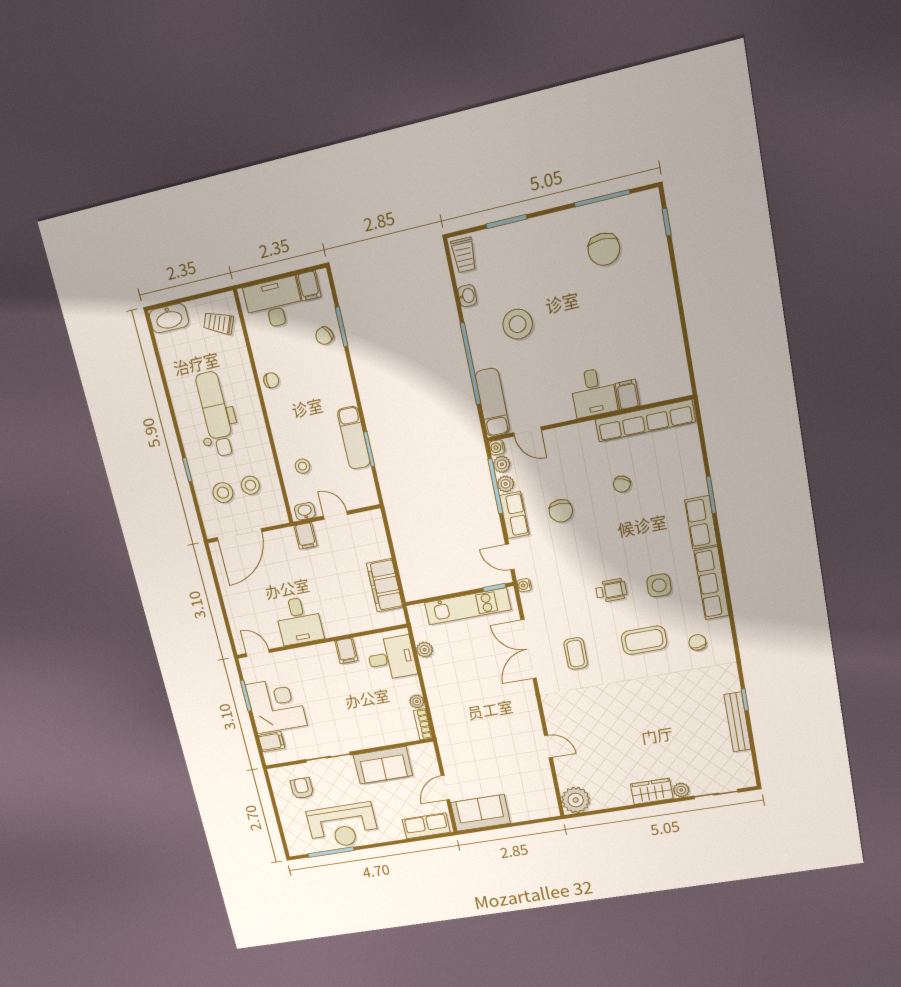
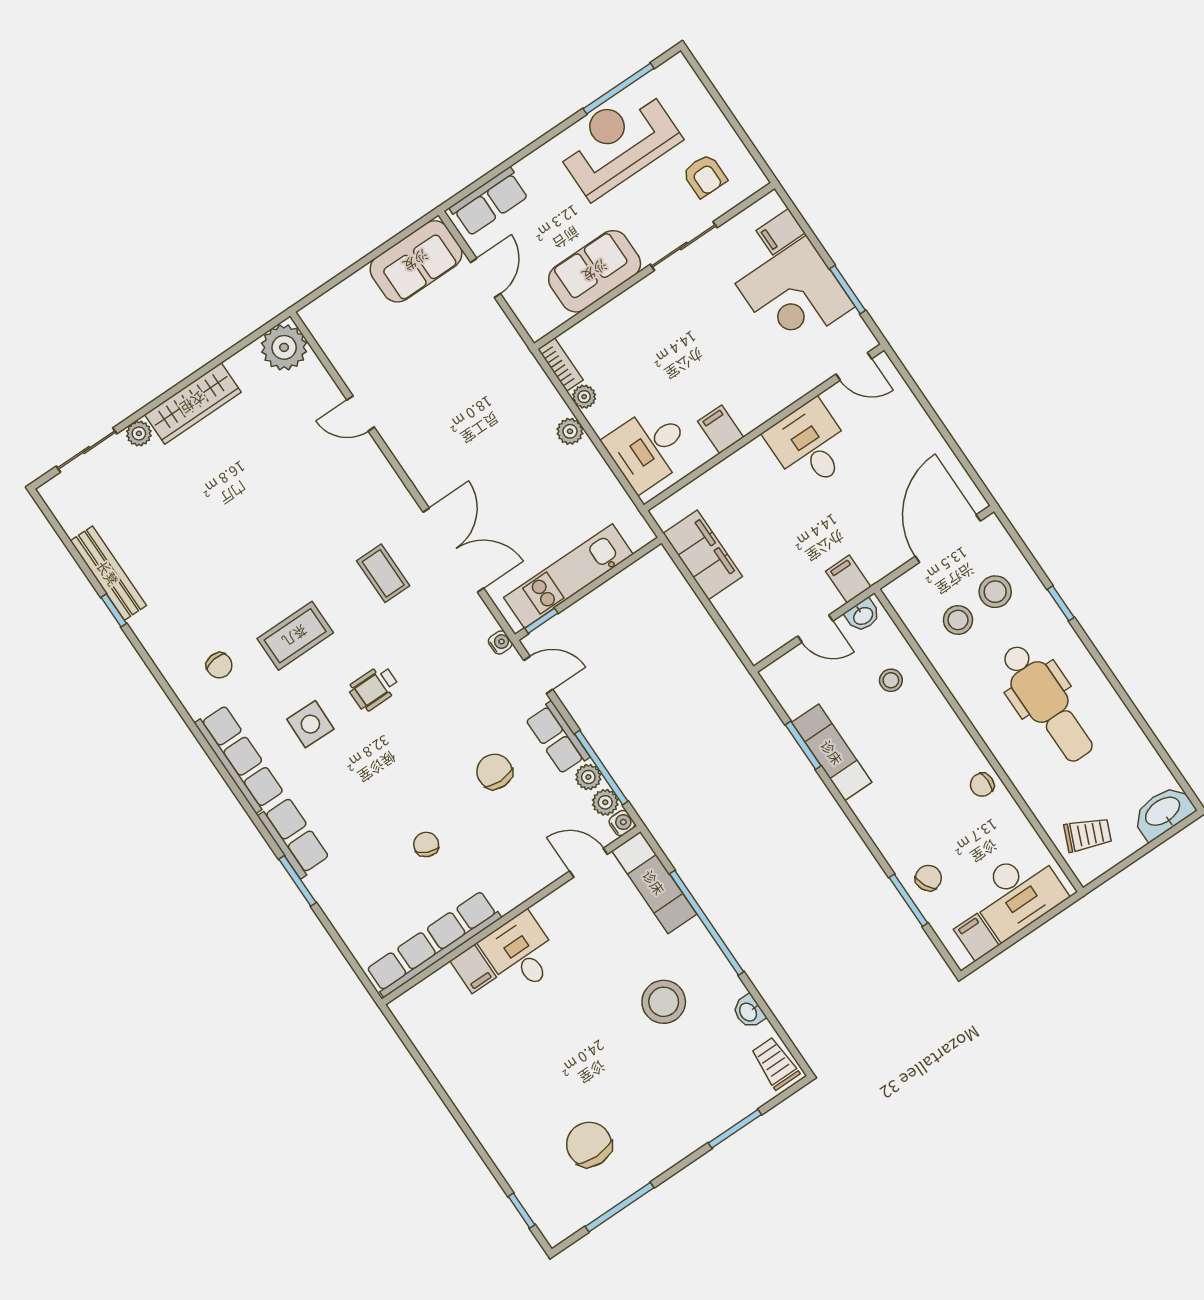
plant: (425, 650) -> (570, 431), moved
wardrobe: (652, 791) -> (193, 403), width x1.50

